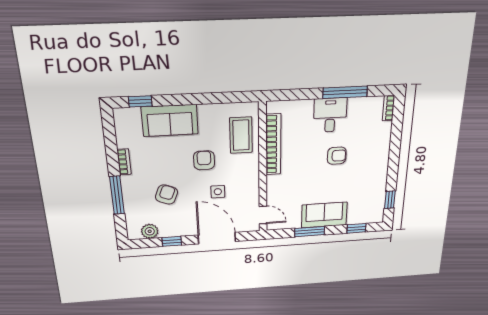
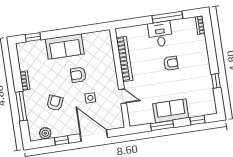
sofa: (170, 120) -> (65, 46), moved
coffee table: (241, 135) -> (101, 54), removed
armchair: (204, 160) -> (78, 75), turned -90
window: (390, 200) -> (216, 81), moved
door: (263, 215) -> (123, 96), moved

